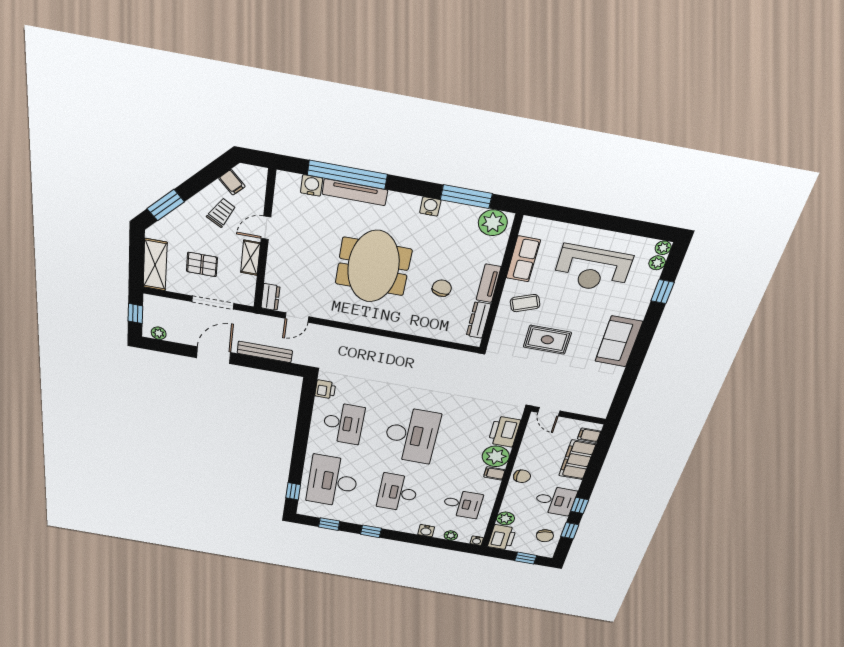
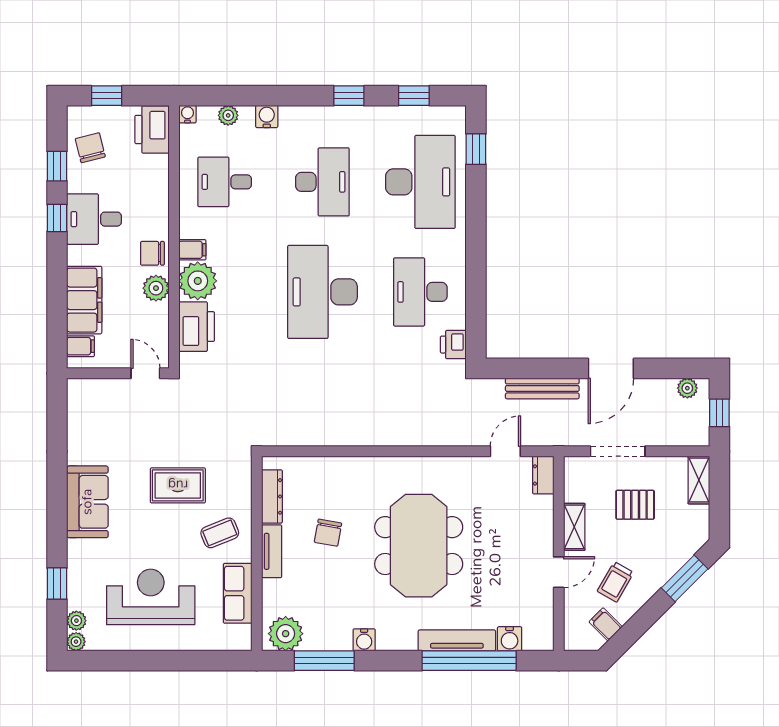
shelving: (155, 265) -> (699, 480), width x0.67, depth x0.75
plant: (506, 518) -> (156, 288), moved

